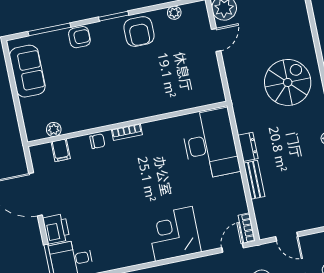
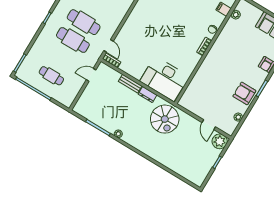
spiral stairs: (288, 82) -> (165, 119), moved
corner desk: (174, 234) -> (139, 25), removed

